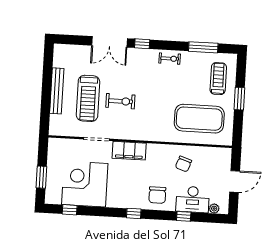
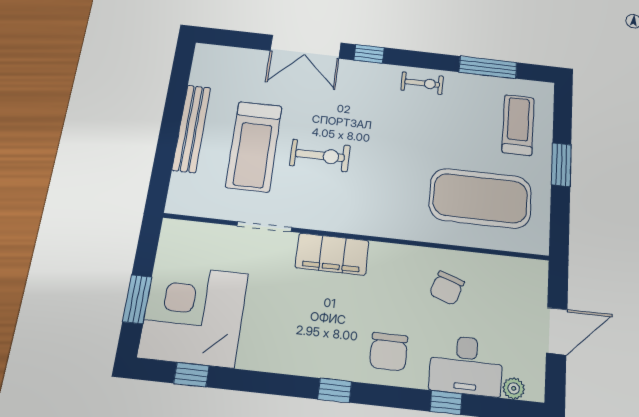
corner desk: (85, 184) -> (193, 315), moved

